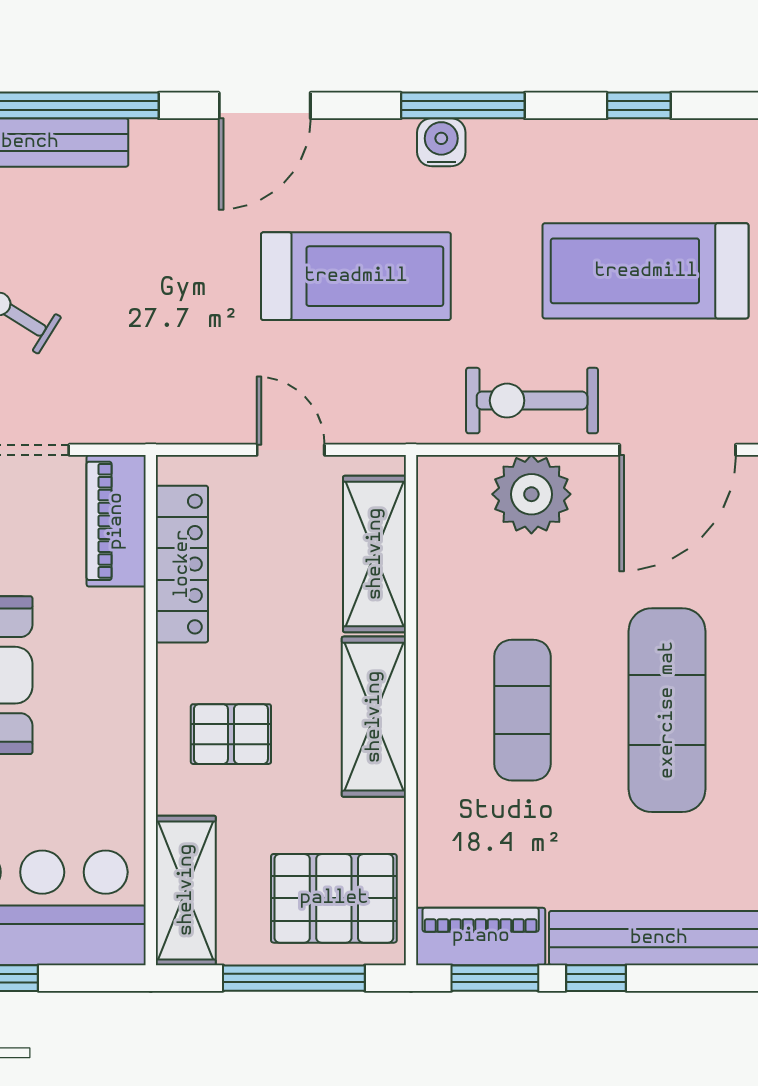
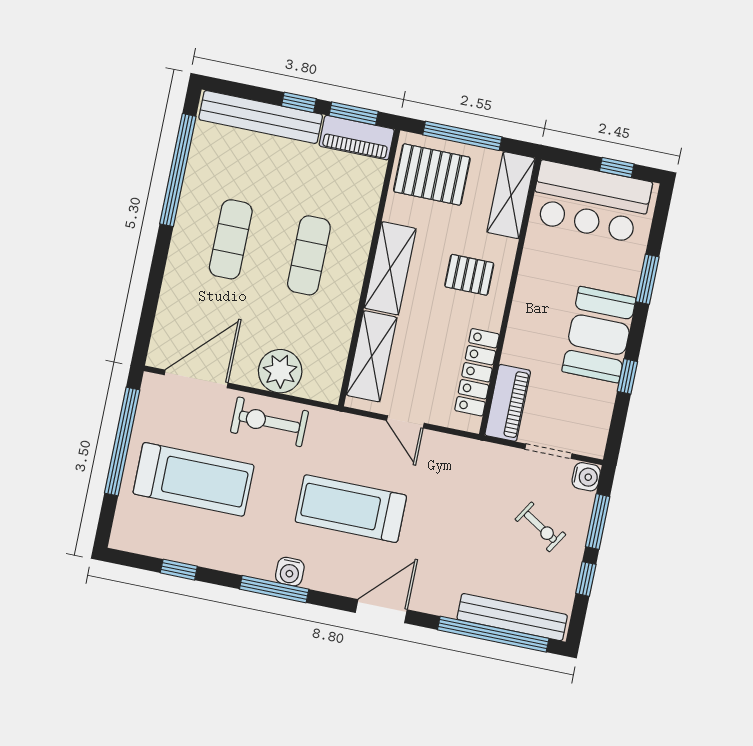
exercise bike: (532, 401) -> (269, 422), turned 180
exercise mat: (667, 710) -> (231, 239), width x0.73, depth x0.69

